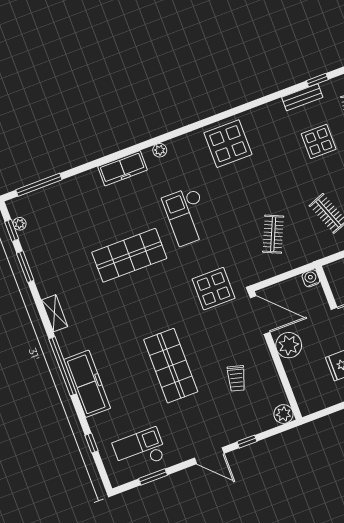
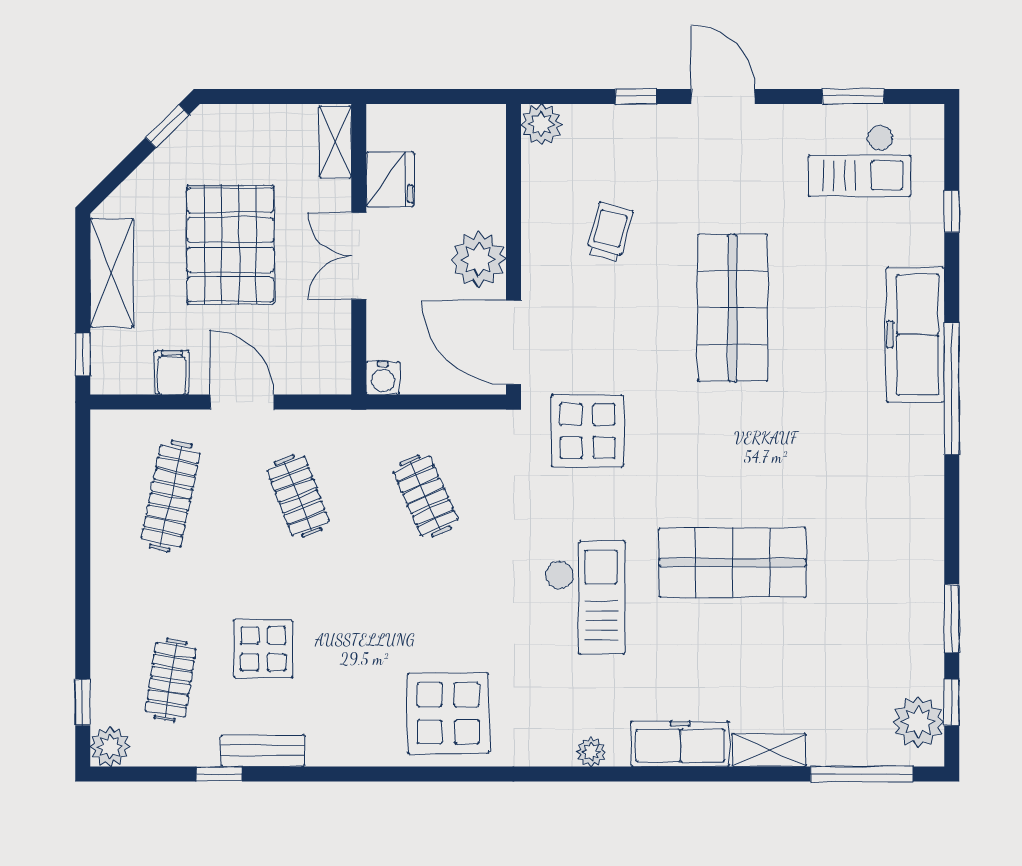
plant: (20, 224) -> (918, 722), width x1.88, depth x1.88
clothes rail: (273, 234) -> (426, 496), turned -48
shelving: (55, 313) -> (769, 750), moved, turned 90

